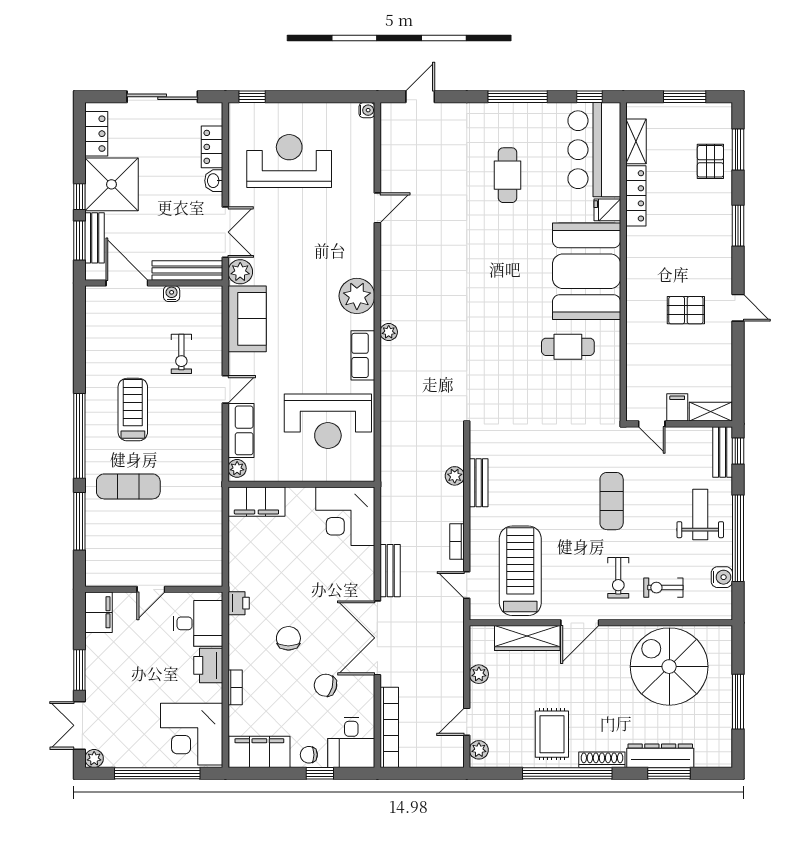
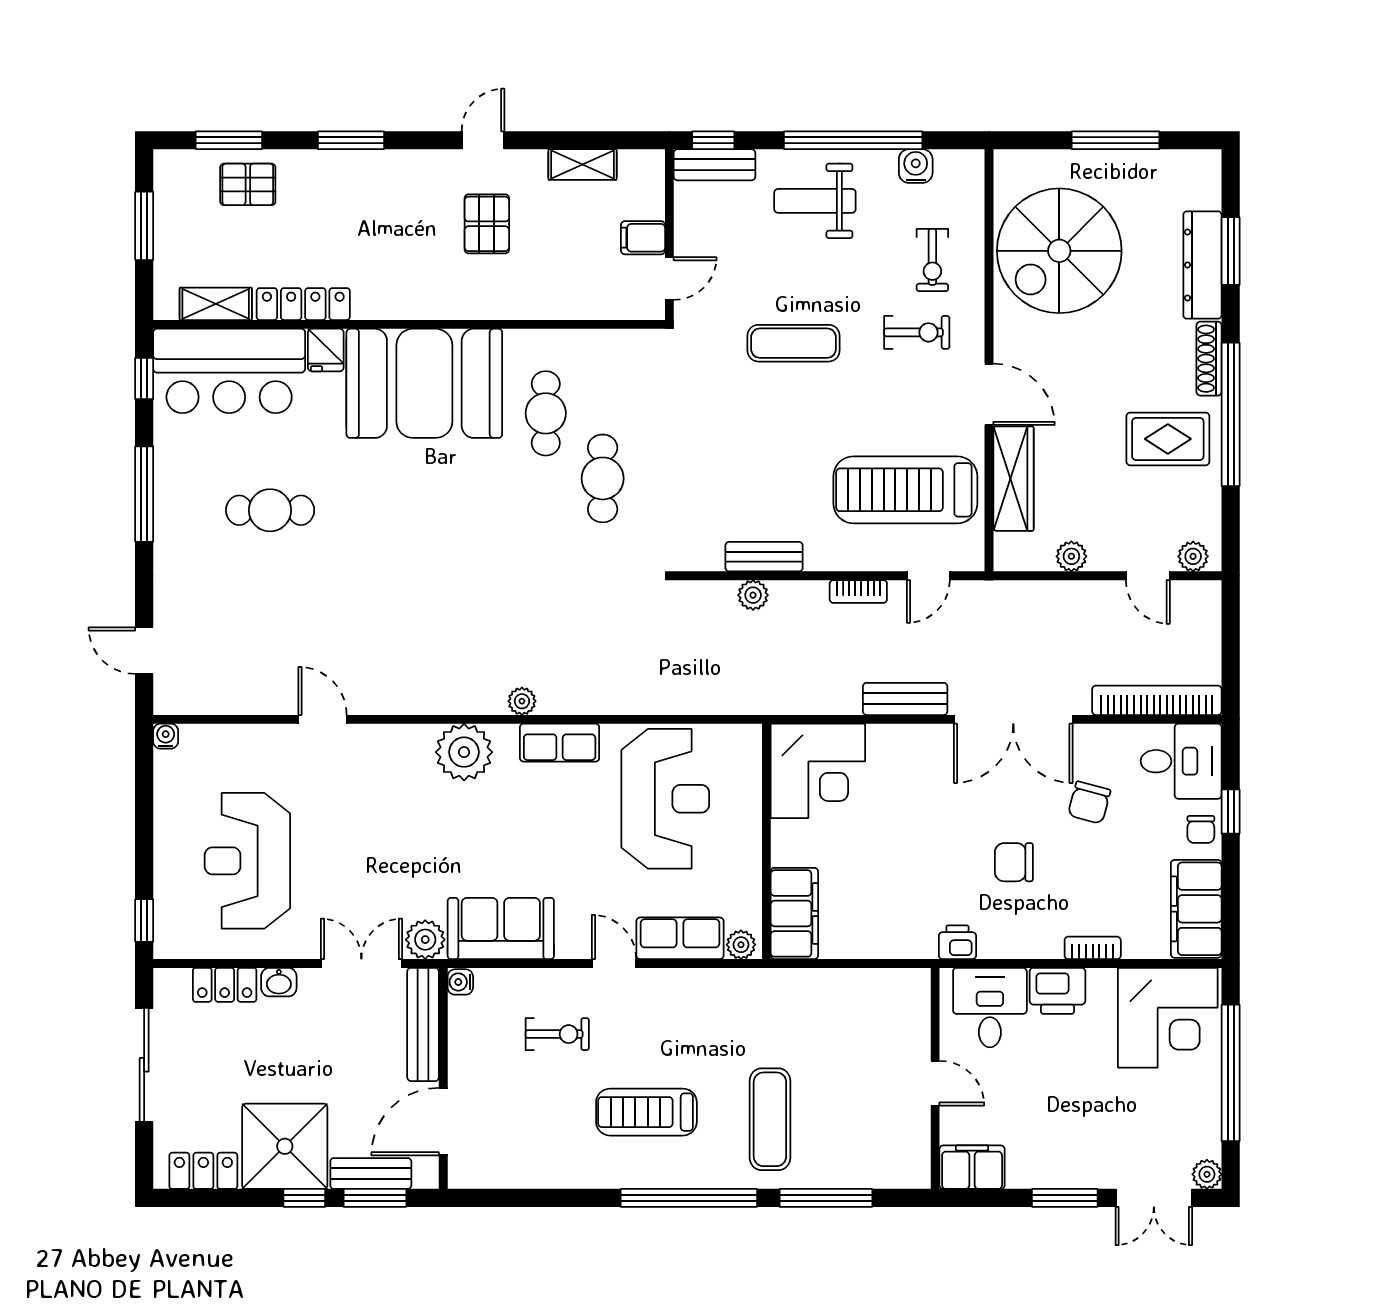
water cooler: (172, 294) -> (460, 982), moved
cafe table: (527, 382) -> (603, 478), added
shelving: (711, 412) -> (582, 165), moved, turned 90

